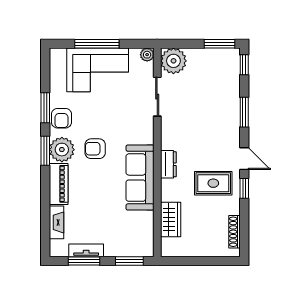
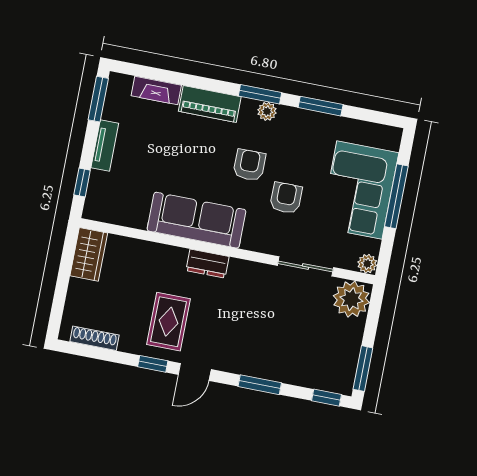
armchair: (61, 118) -> (286, 198), moved, turned 90
plant: (62, 150) -> (267, 111), width x0.53, depth x0.53
wardrobe: (171, 220) -> (89, 254), moved, turned -90
tv unit: (86, 250) -> (105, 146), moved
window: (84, 261) -> (98, 99), moved
window: (129, 261) -> (82, 182), width x0.67

